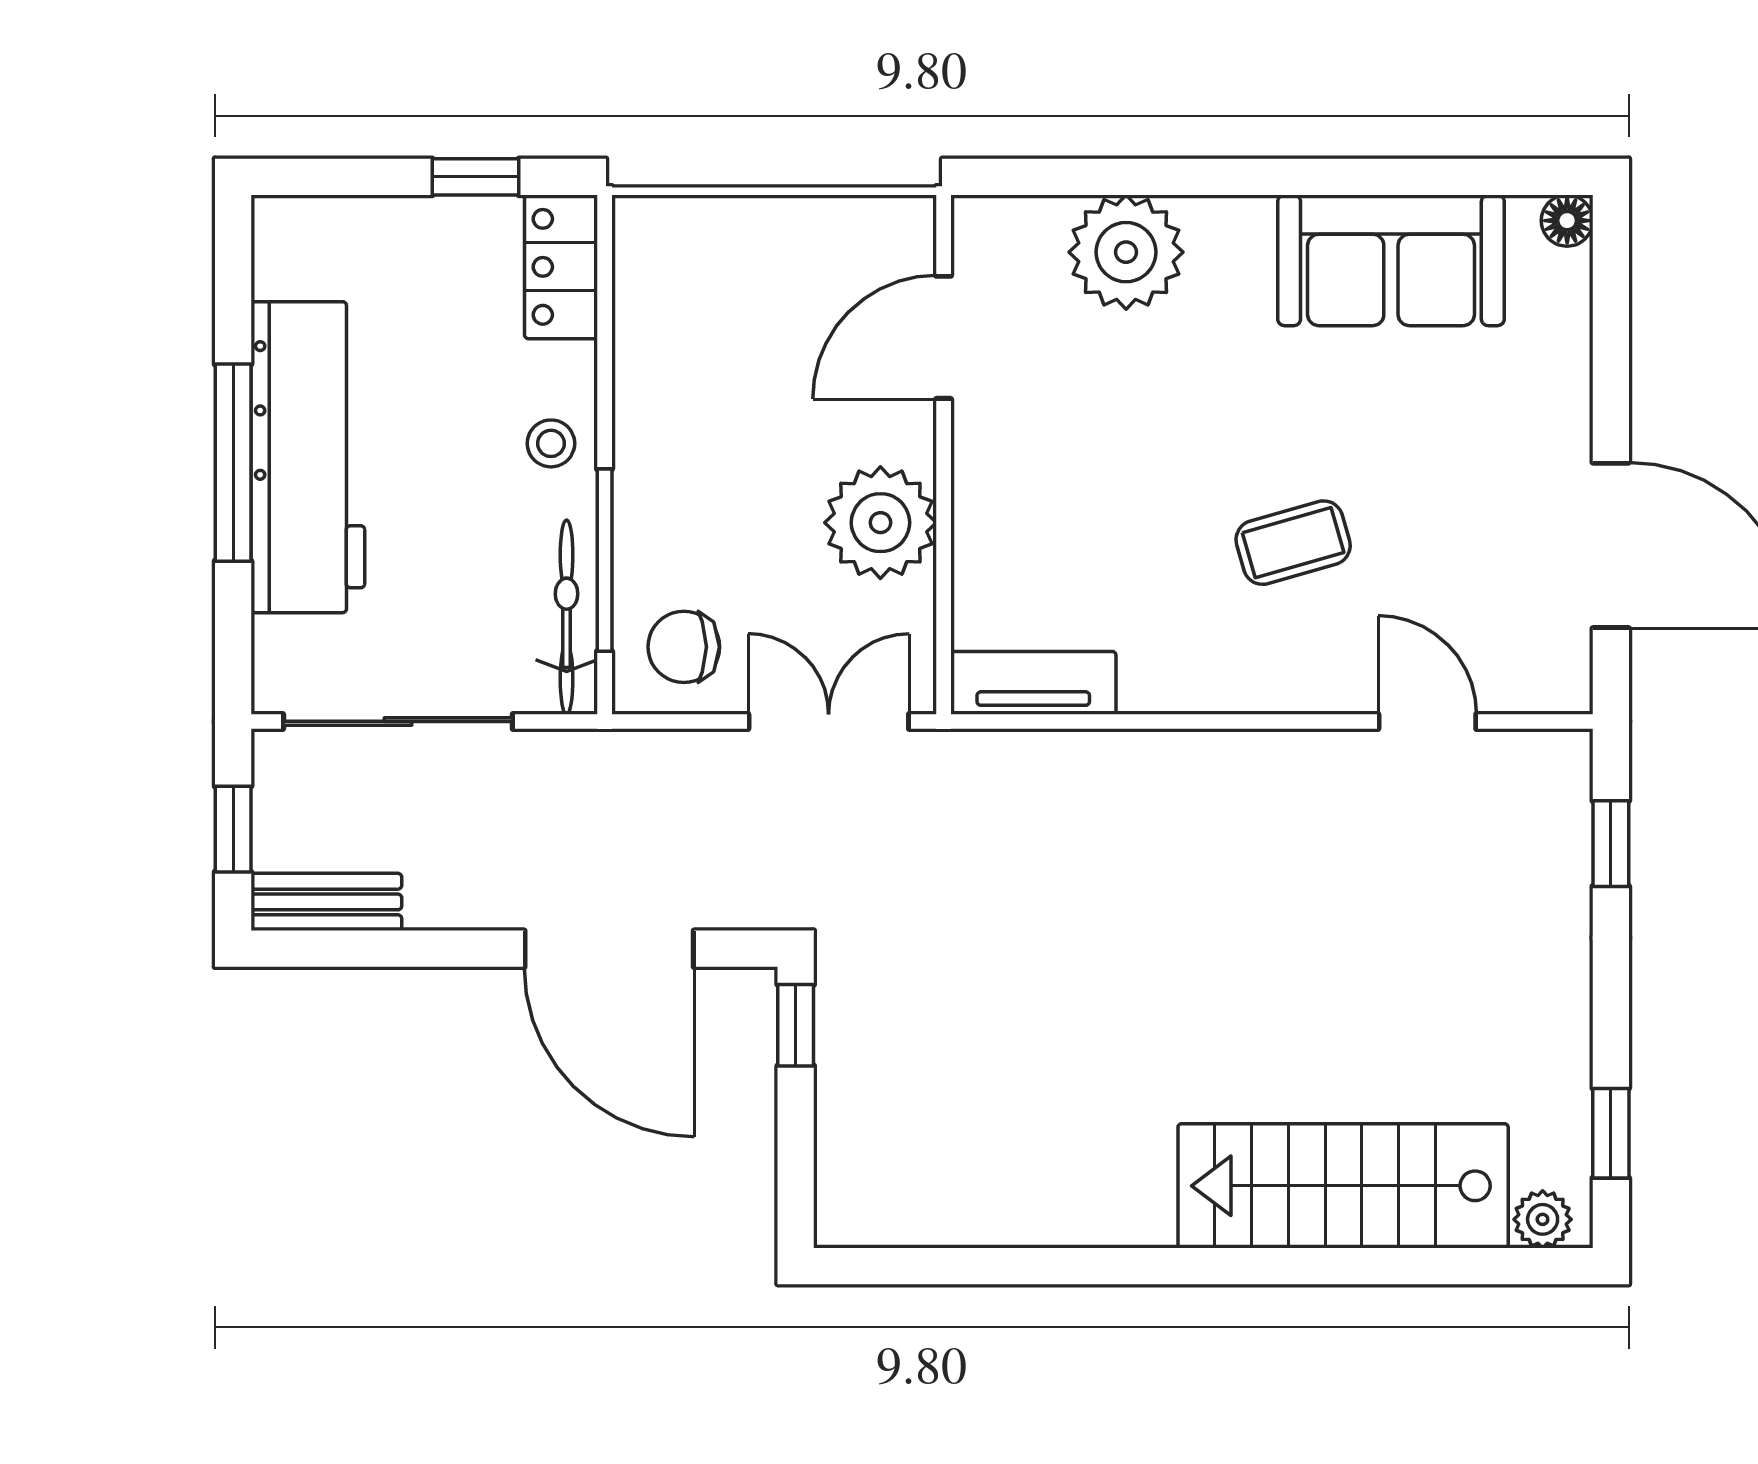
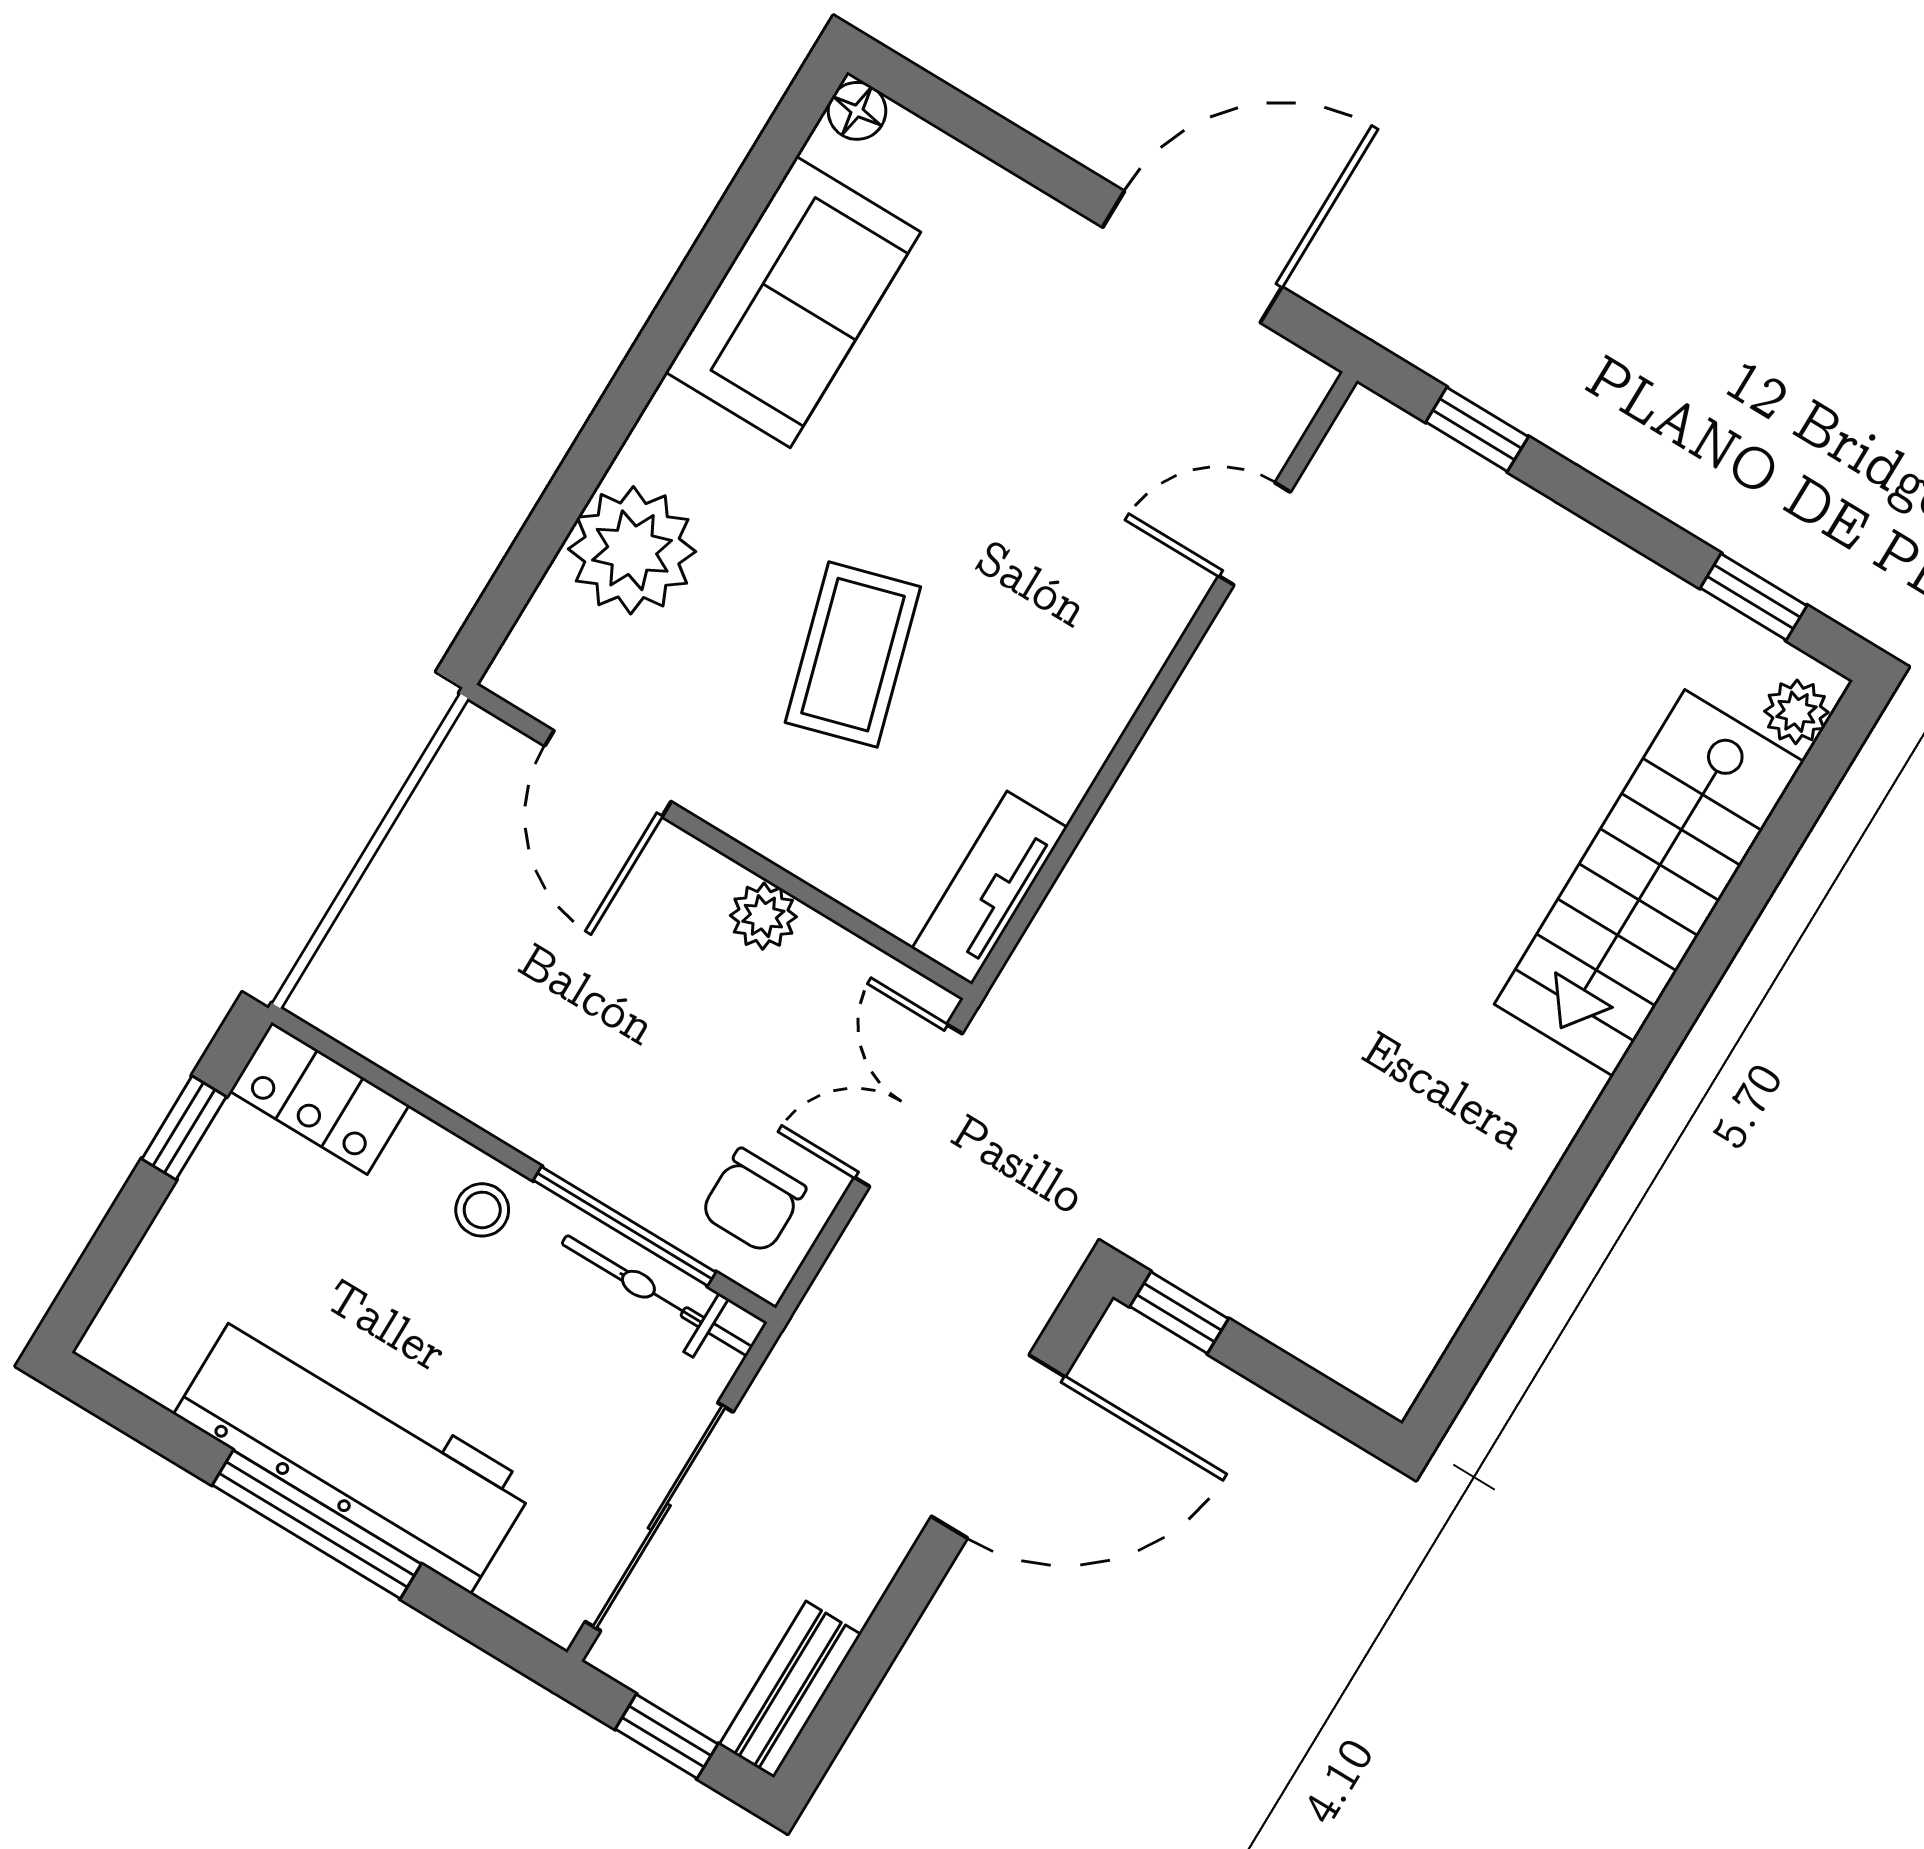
plant: (880, 523) -> (763, 916), width x0.53, depth x0.53
coffee table: (1293, 543) -> (853, 655), moved, width x1.36, depth x1.30

